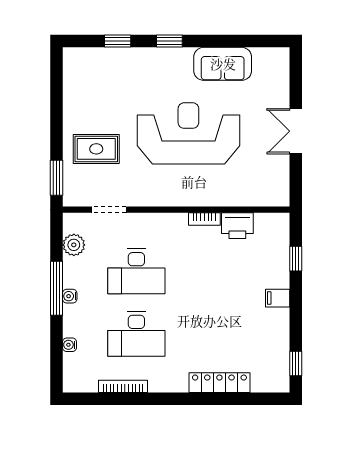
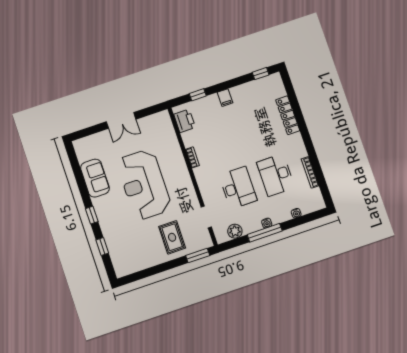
printer: (237, 226) -> (185, 121), moved
desk: (136, 334) -> (276, 175), turned 180

